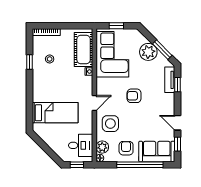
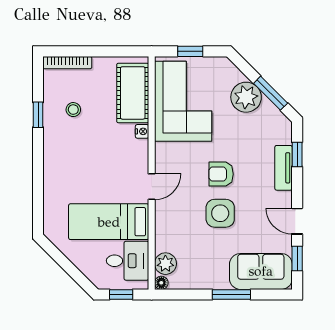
tv unit: (170, 80) -> (284, 168), moved
bed: (55, 113) -> (109, 222), moved, turned 180
side table: (110, 124) -> (220, 213), moved
armchair: (126, 148) -> (207, 266), removed
window: (140, 165) -> (231, 294), width x0.47

